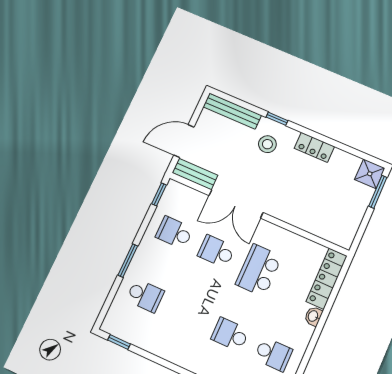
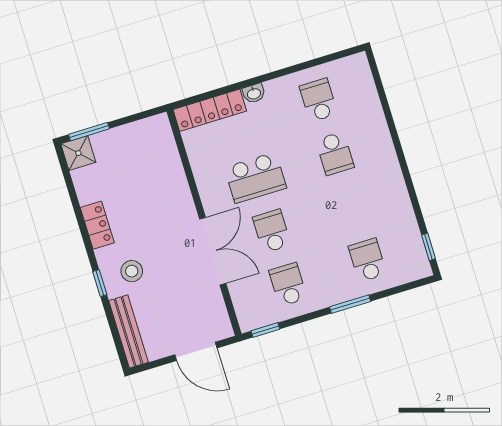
bench: (195, 174) -> (218, 314), removed
school desk: (174, 233) -> (288, 284), turned 180
school desk: (216, 251) -> (272, 231), turned 180

